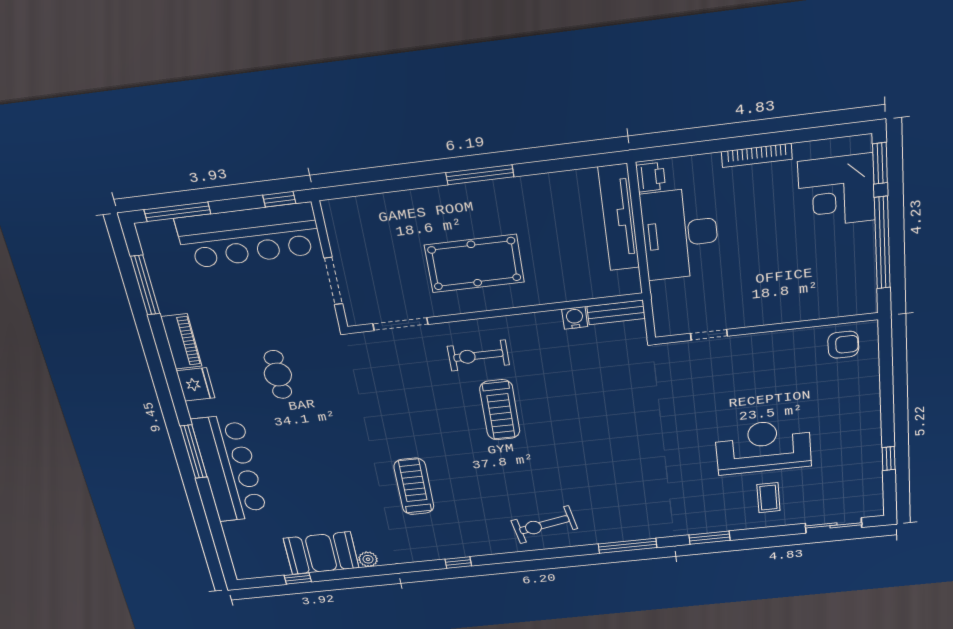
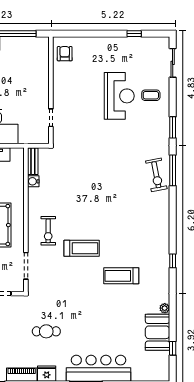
treadmill: (500, 410) -> (82, 248), moved
reception desk: (763, 447) -> (119, 96), turned 180
exercise bike: (544, 525) -> (156, 175), moved

